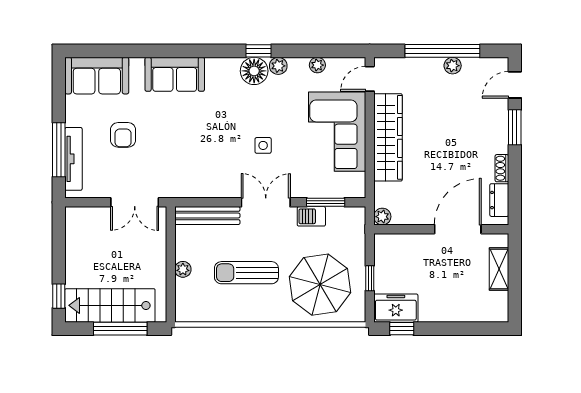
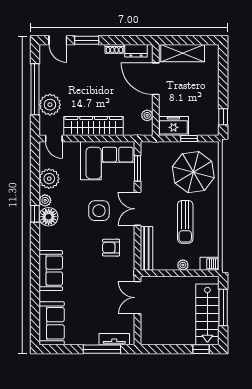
plant: (317, 65) -> (49, 179), width x1.88, depth x1.88
plant: (453, 66) -> (50, 105), moved, width x1.88, depth x1.88
corner sofa: (337, 132) -> (108, 161), moved
armchair: (123, 135) -> (111, 248), moved, turned 180
side table: (263, 145) -> (99, 211), width x1.87, depth x1.87
tv unit: (73, 159) -> (114, 339), width x0.71
double door: (135, 202) -> (137, 298), swing flipped
barbecue: (311, 216) -> (209, 264), moved, turned -90
plant: (382, 217) -> (147, 115), moved
shelving: (499, 269) -> (183, 53), width x1.50, depth x1.33
freezer: (396, 308) -> (173, 126), moved, turned 90

